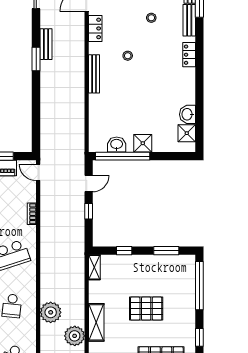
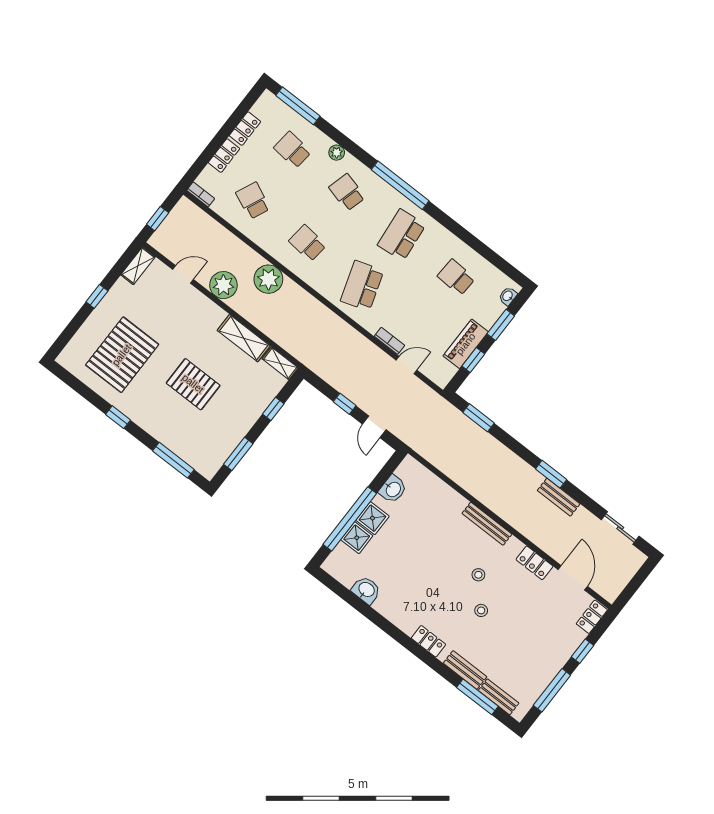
stool: (151, 18) -> (481, 610), moved
window: (36, 127) -> (479, 418), added
shower: (187, 133) -> (357, 538), moved
window: (123, 156) -> (350, 519), moved
door: (38, 172) -> (407, 365), moved
window: (199, 286) -> (173, 460), width x0.68
pallet: (146, 309) -> (193, 384), turned 90
shelving: (96, 322) -> (244, 338), moved

